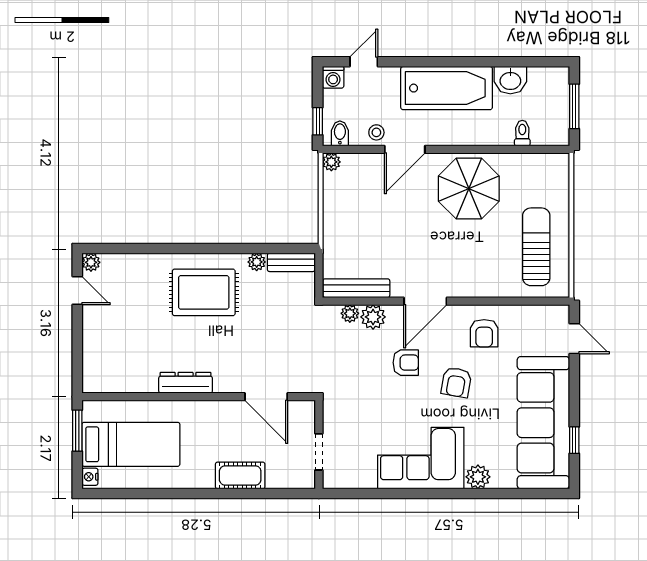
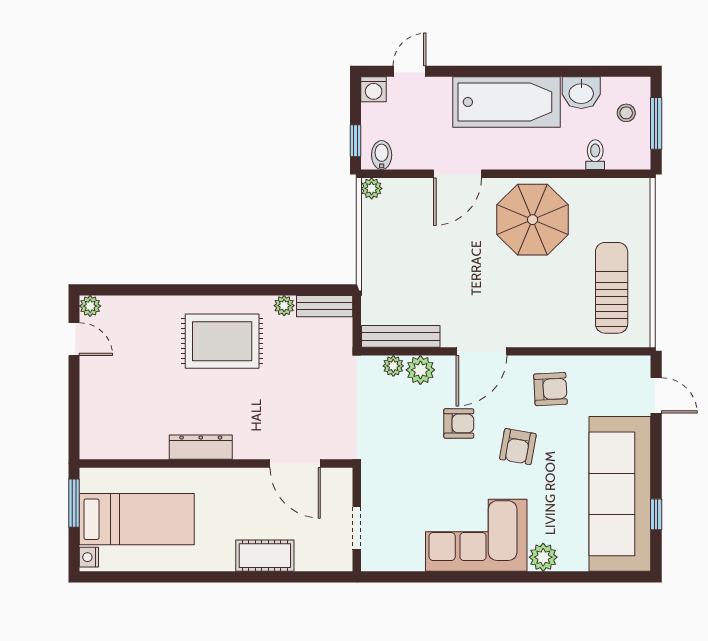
stool: (376, 132) -> (626, 113), moved
armchair: (484, 333) -> (550, 389), turned -93

